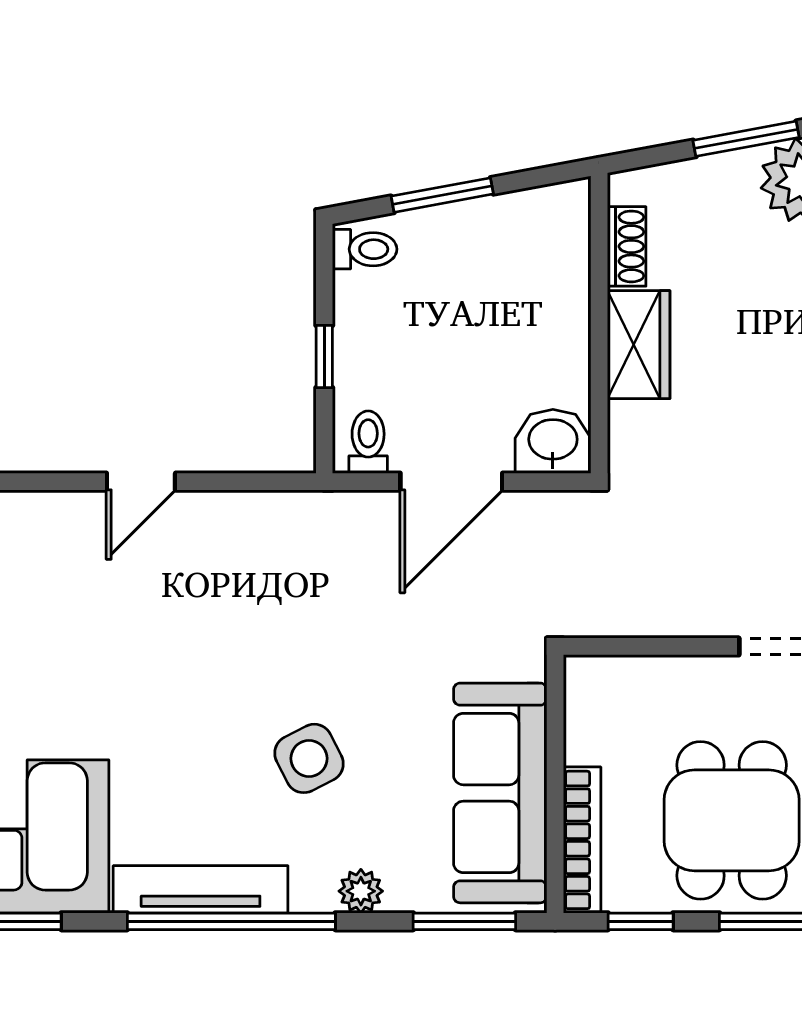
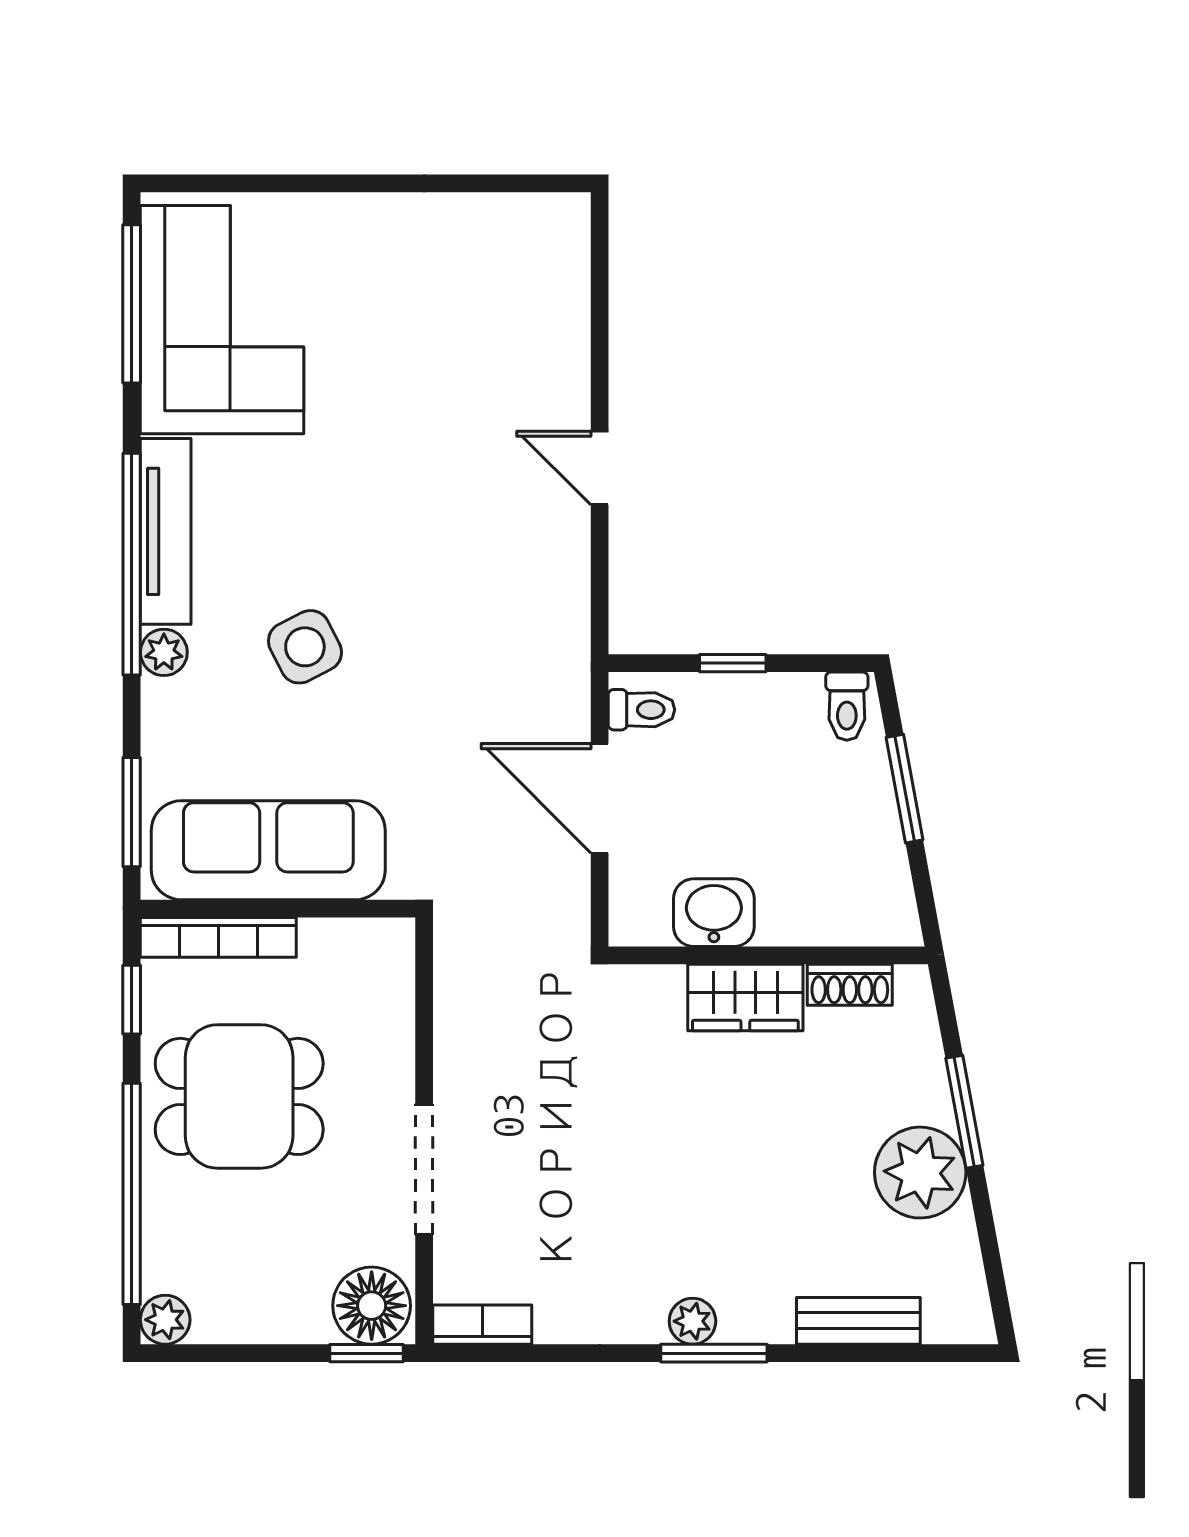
washbasin: (553, 441) -> (714, 913), moved, turned -90
plant: (361, 891) -> (164, 652), moved

